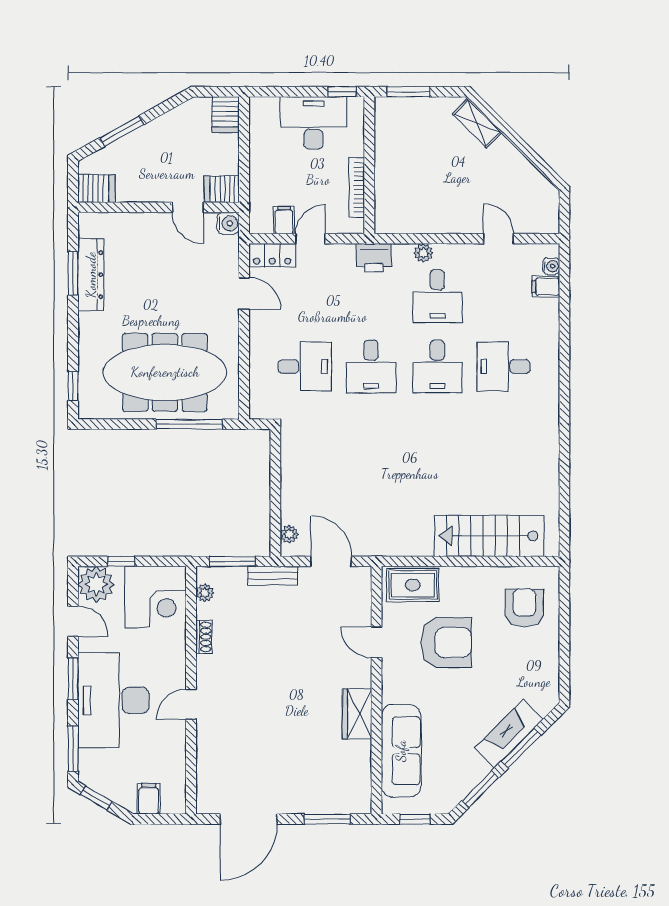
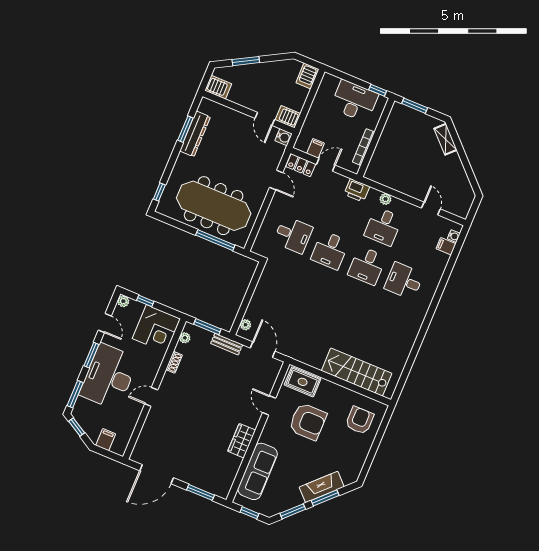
plant: (96, 584) -> (123, 301), width x0.53, depth x0.53

